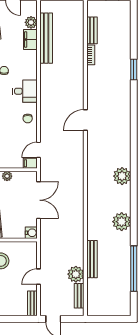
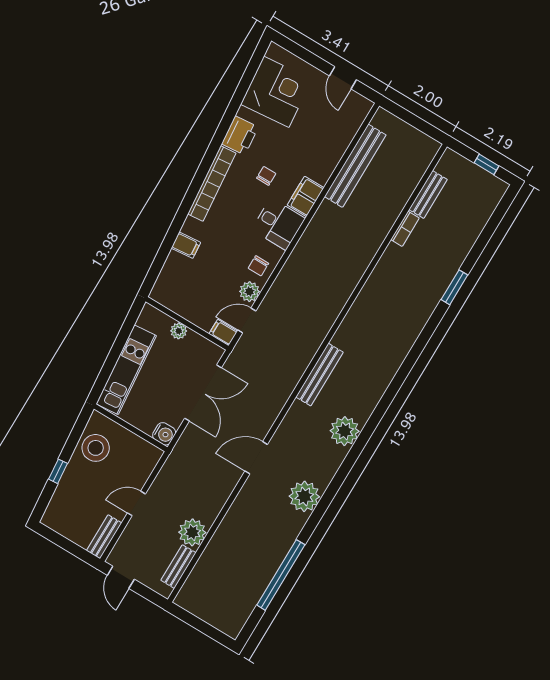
plant: (31, 22) -> (249, 292), moved
filing cabinet: (30, 39) -> (306, 196), moved
door: (85, 120) -> (256, 458), moved
bench: (92, 259) -> (319, 375), moved

